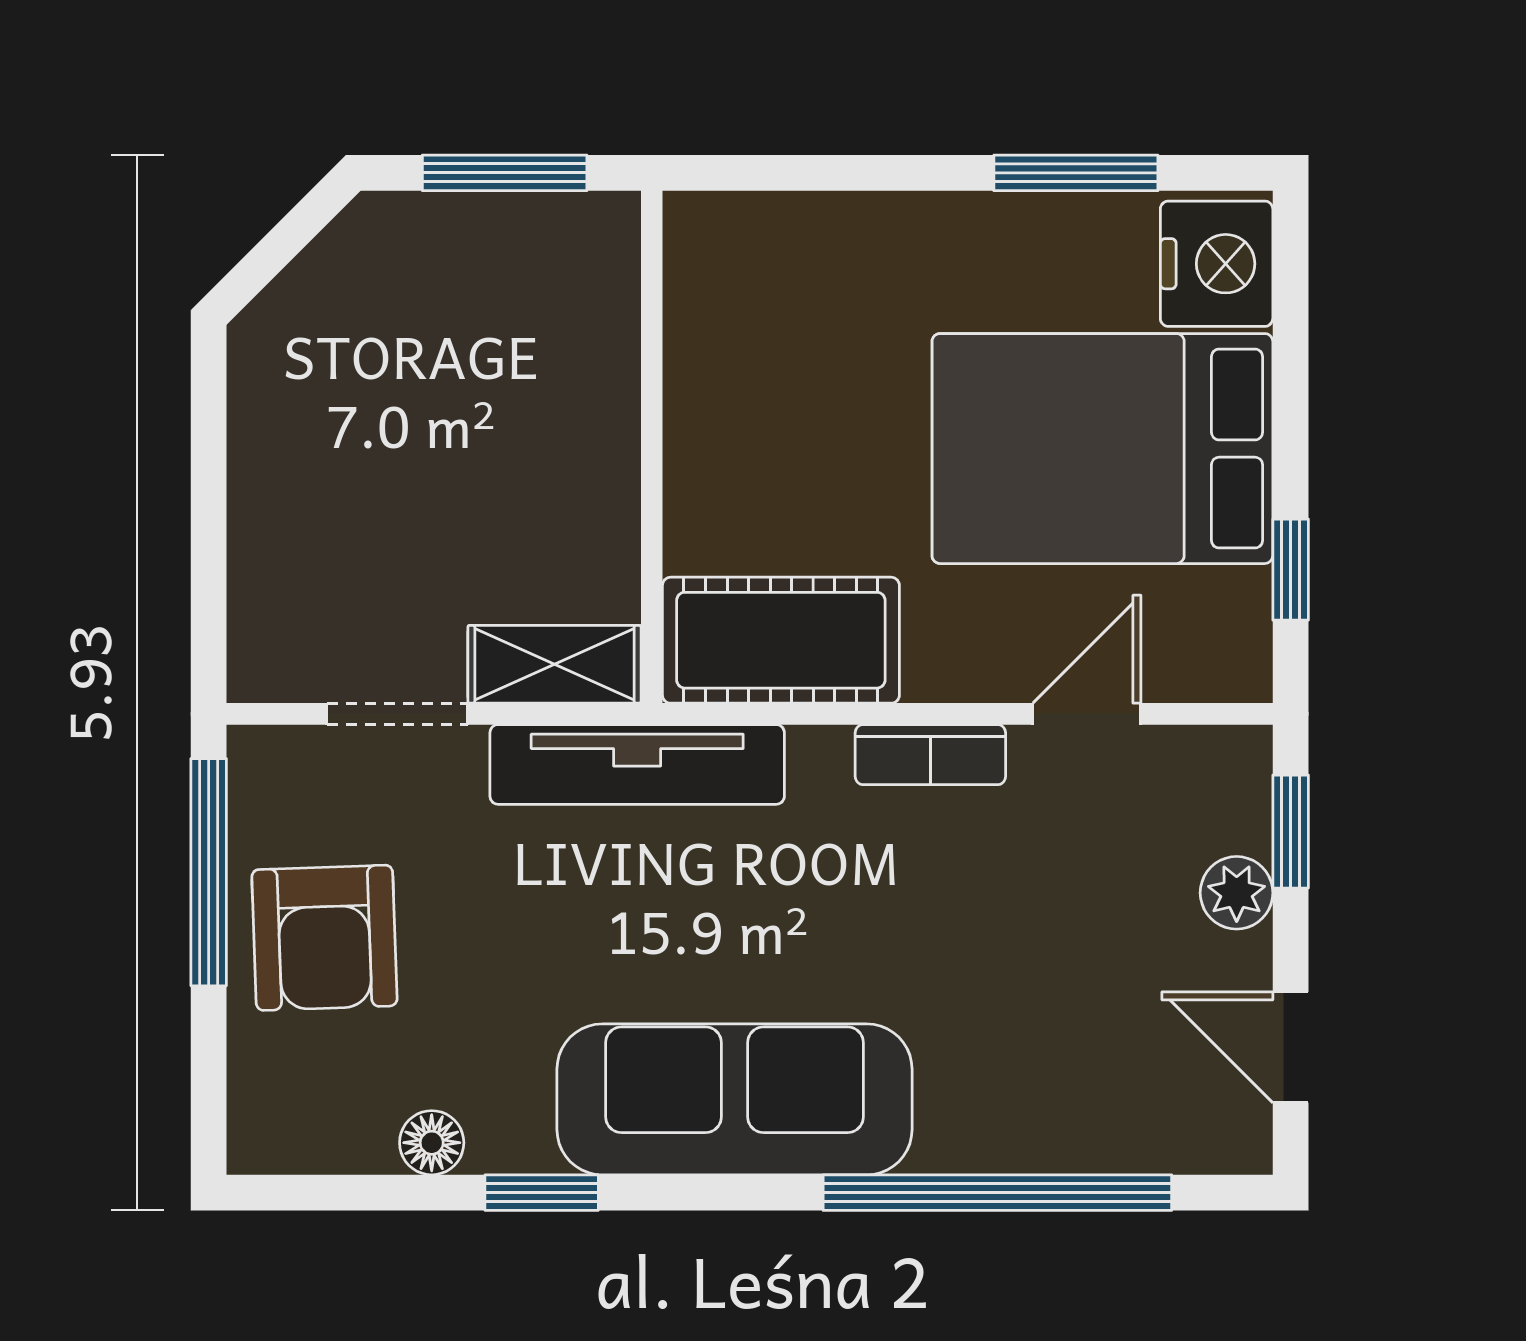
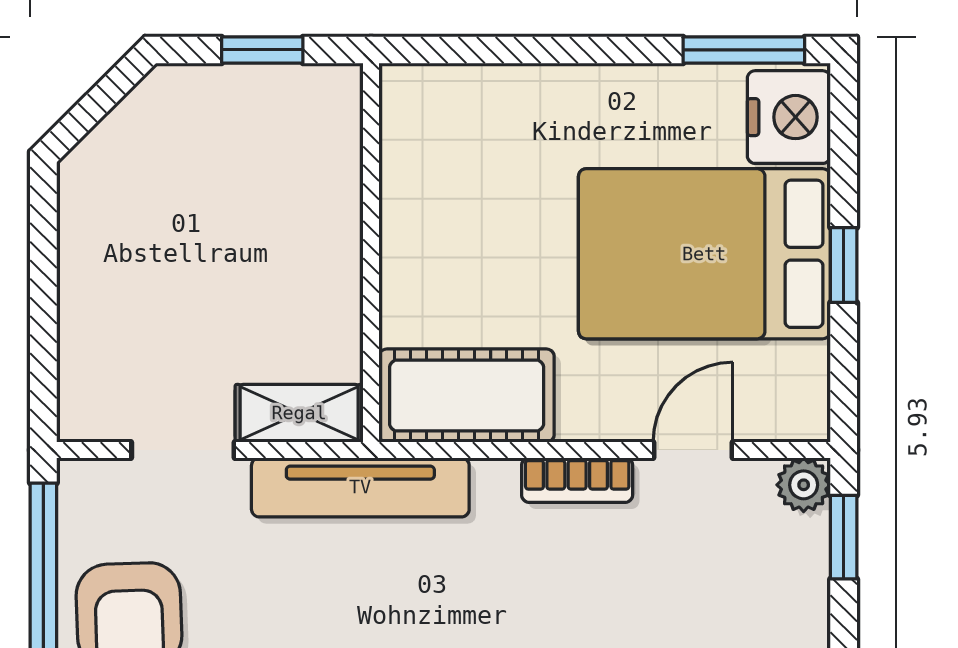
window: (505, 173) -> (262, 50), width x0.67
window: (1076, 173) -> (744, 50), moved
window: (1291, 570) -> (844, 265), moved
plant: (1237, 893) -> (804, 485), moved

